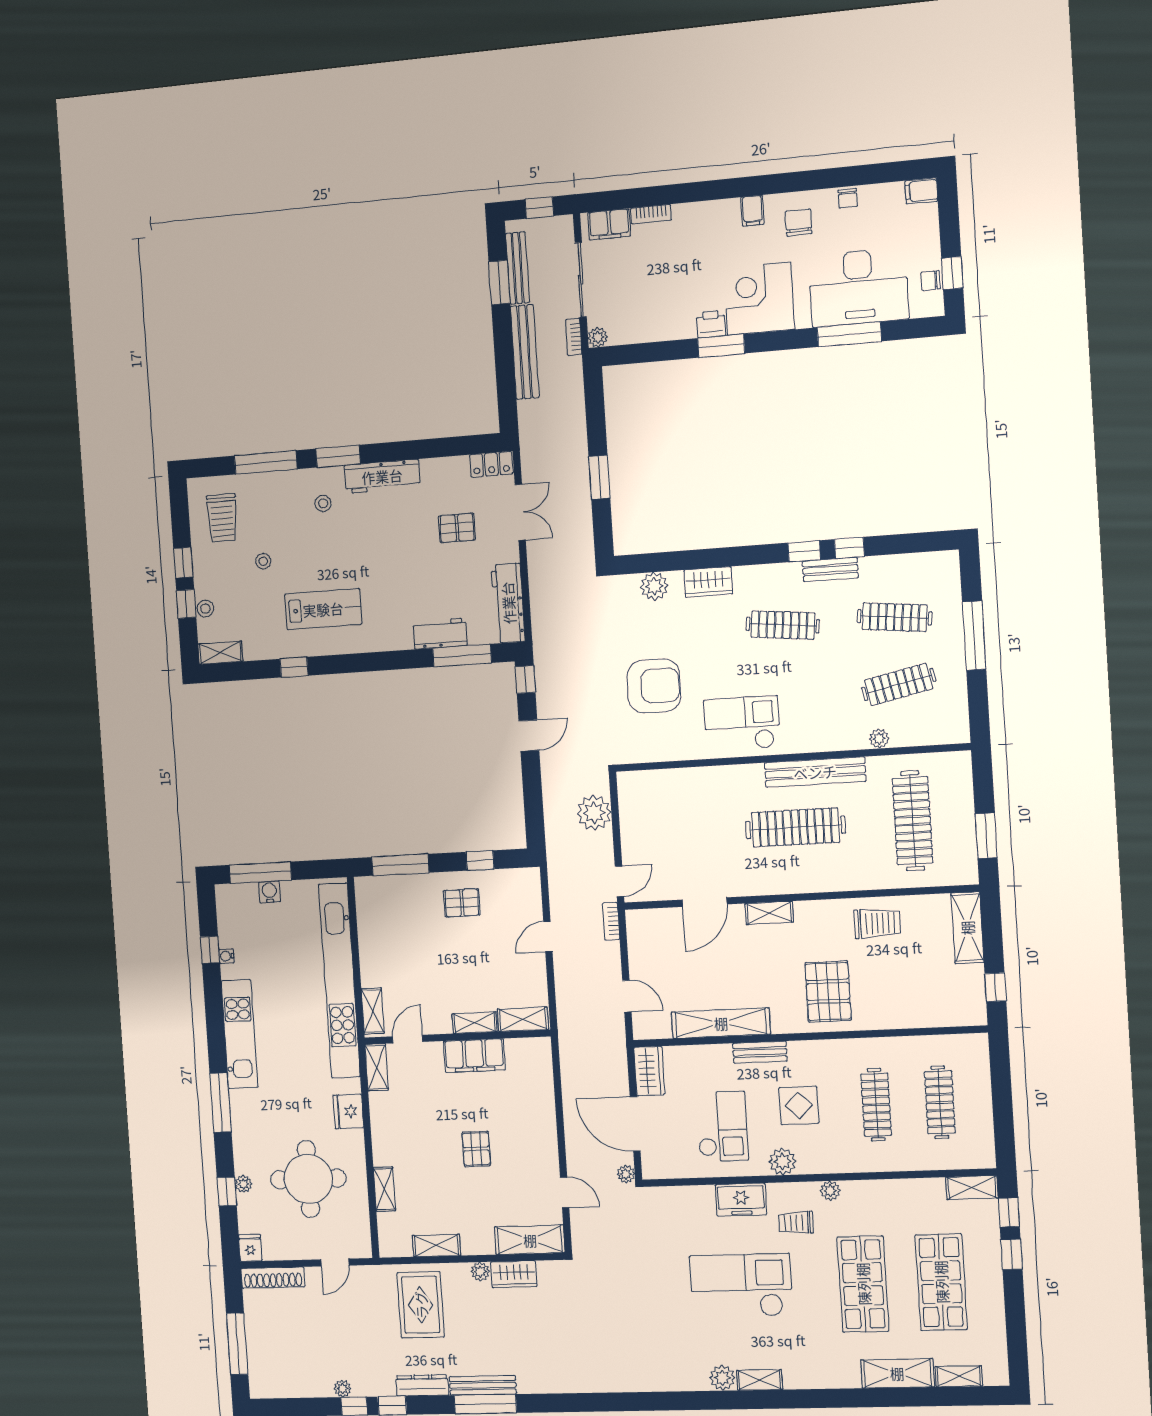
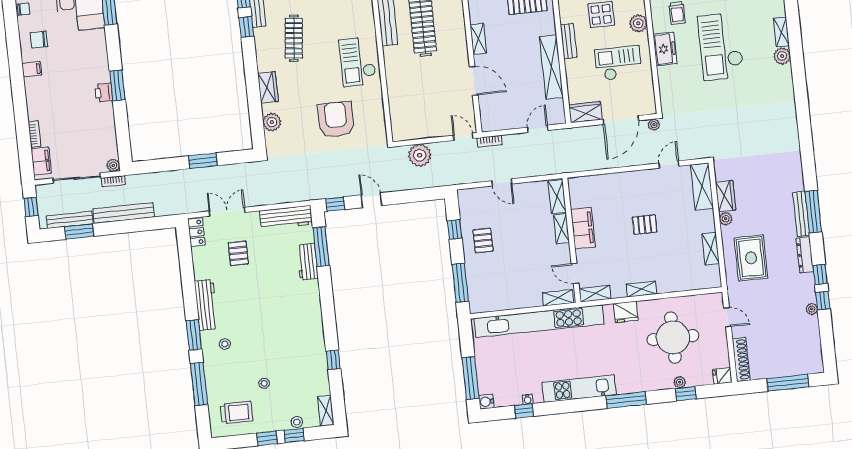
corner desk: (759, 299) -> (87, 63), removed
lab bench: (323, 609) -> (294, 341), removed
water cooler: (269, 892) -> (486, 402), moved
shelving: (384, 1189) -> (641, 289), moved
rug: (421, 1305) -> (751, 258), turned 90

